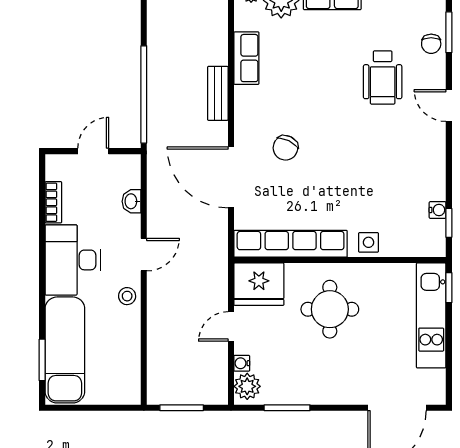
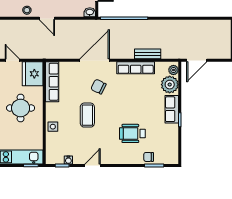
row of seats: (246, 58) -> (136, 68), width x1.48
bench: (218, 93) -> (148, 54), moved
door: (449, 106) -> (93, 165), moved
coffee table: (344, 171) -> (87, 115), added
door: (231, 177) -> (95, 60), moved
washbasin: (131, 201) -> (90, 12), moved
row of seats: (291, 244) -> (52, 82), width x0.73

